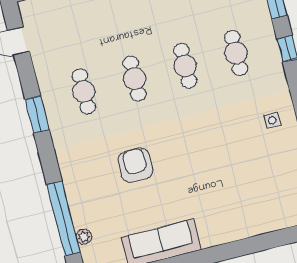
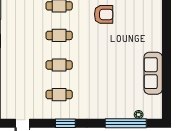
armchair: (135, 165) -> (104, 14), moved, turned 180

